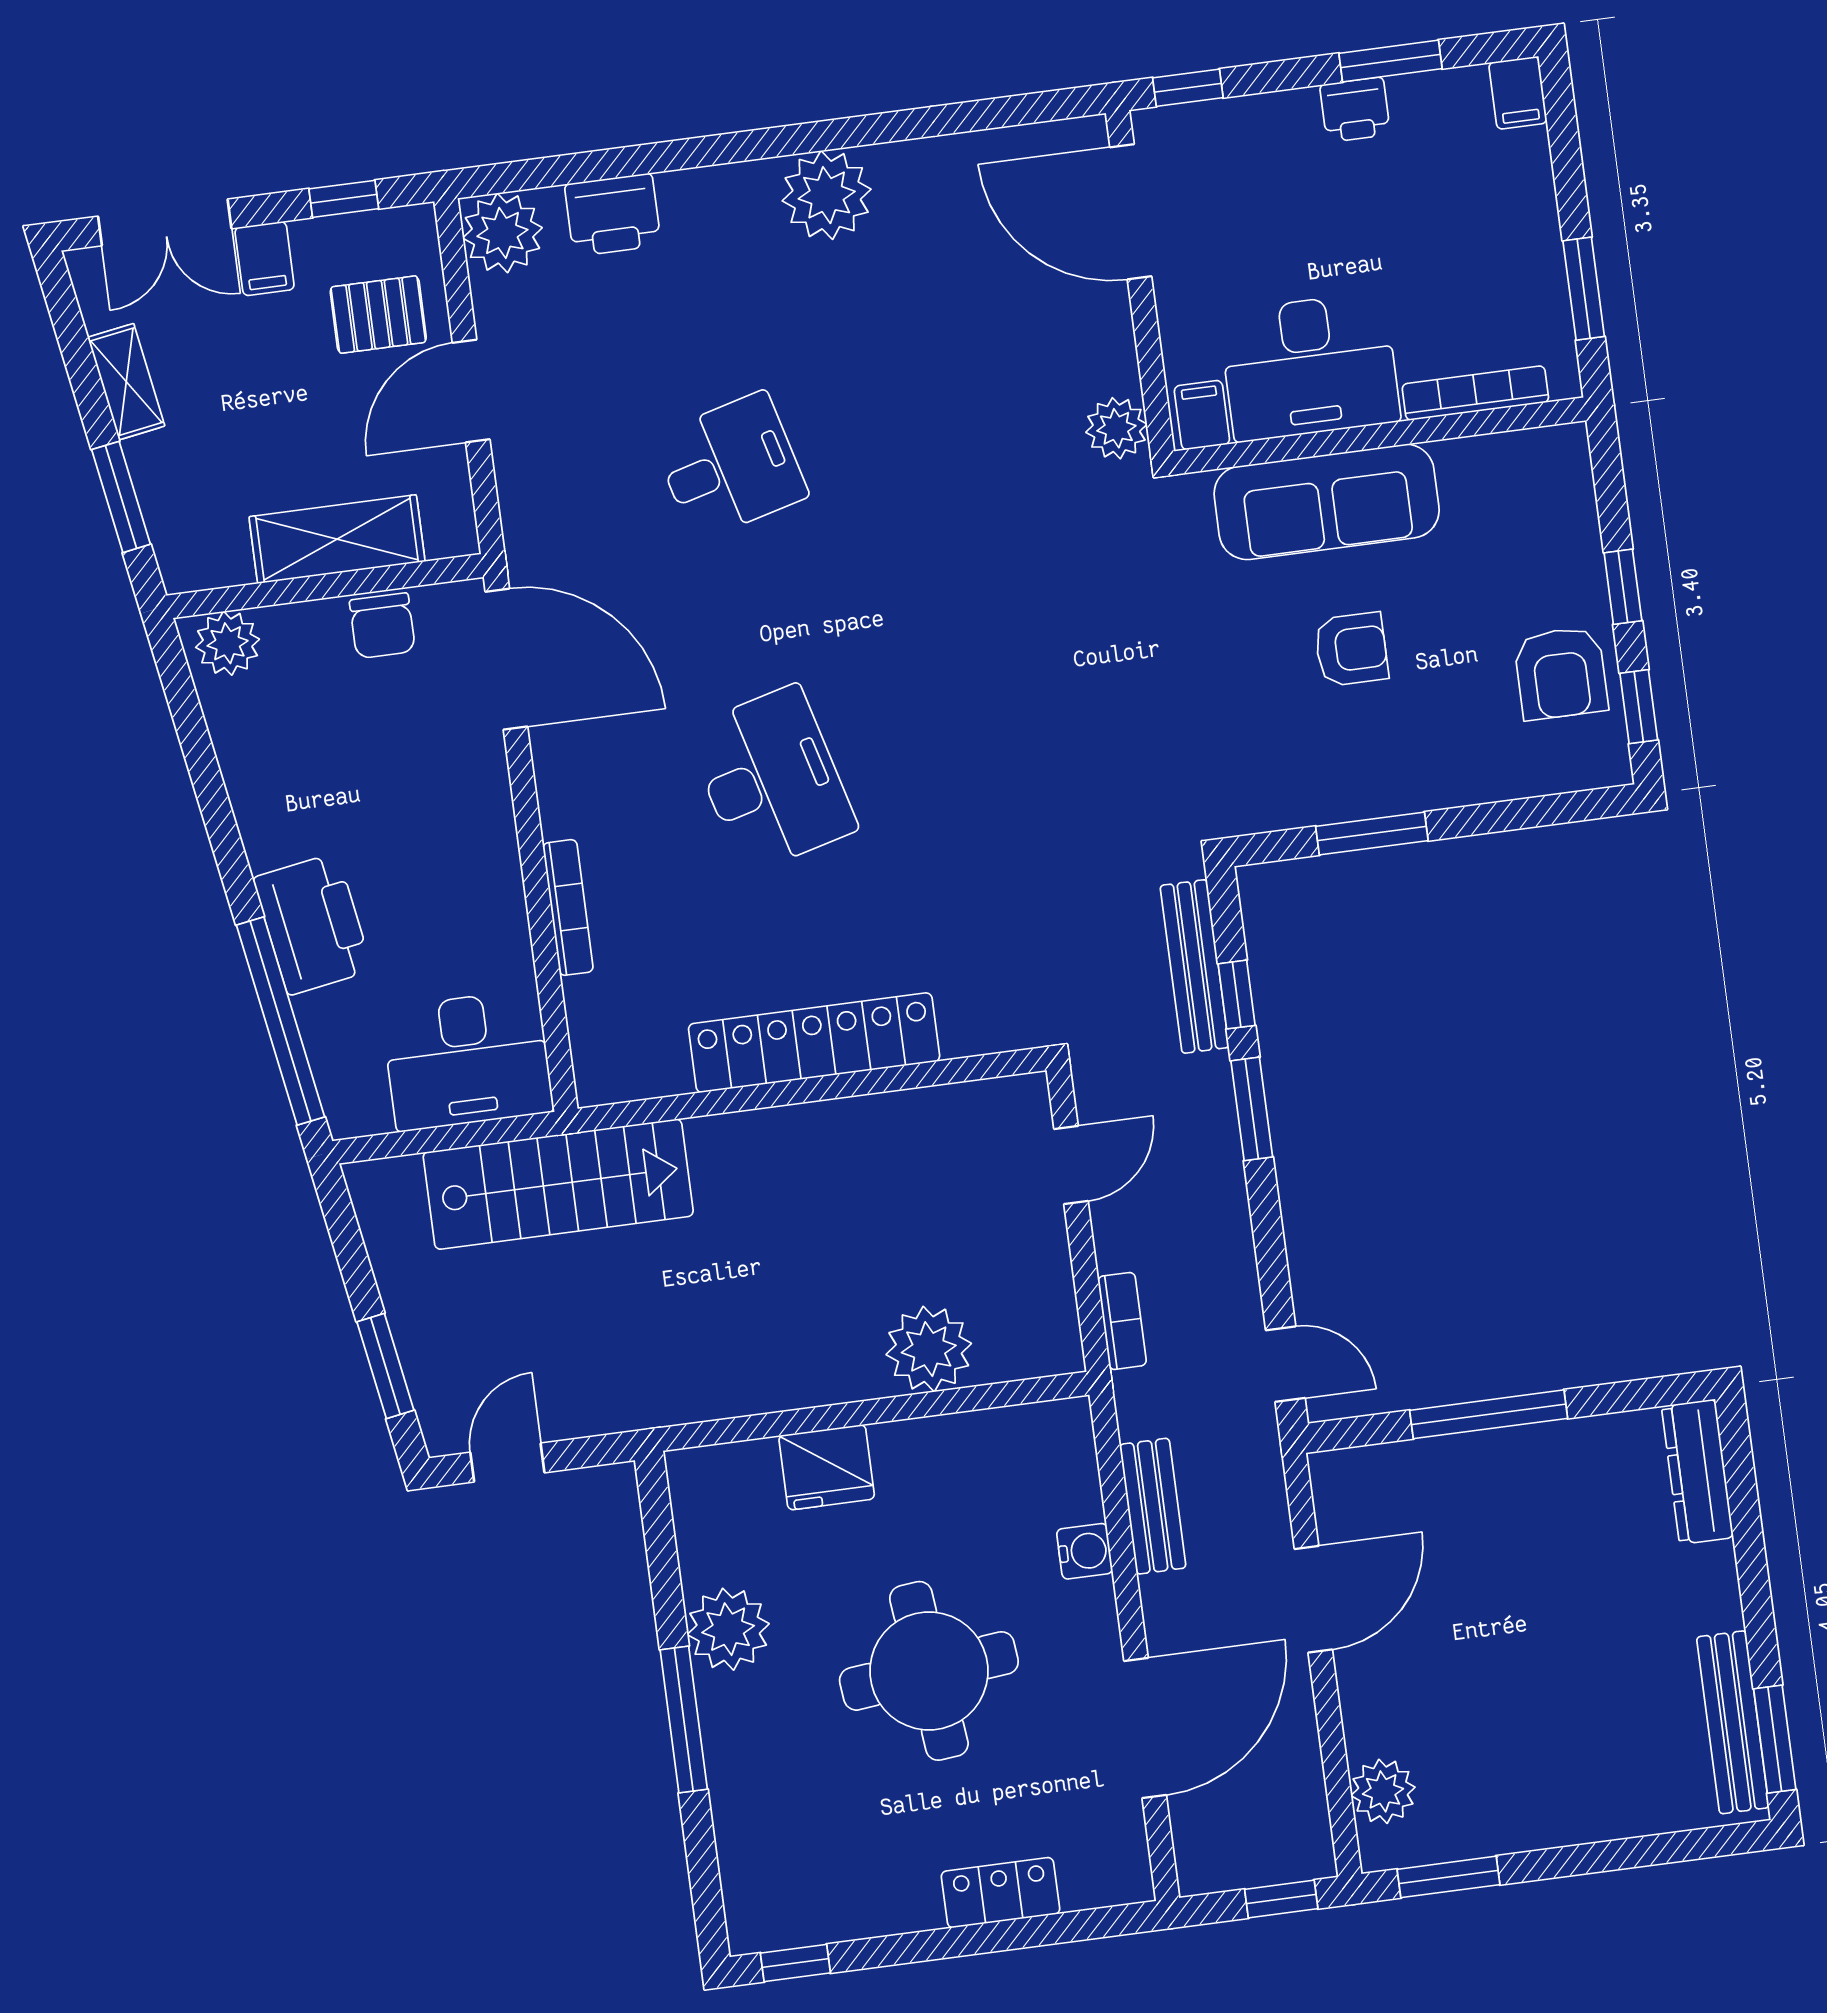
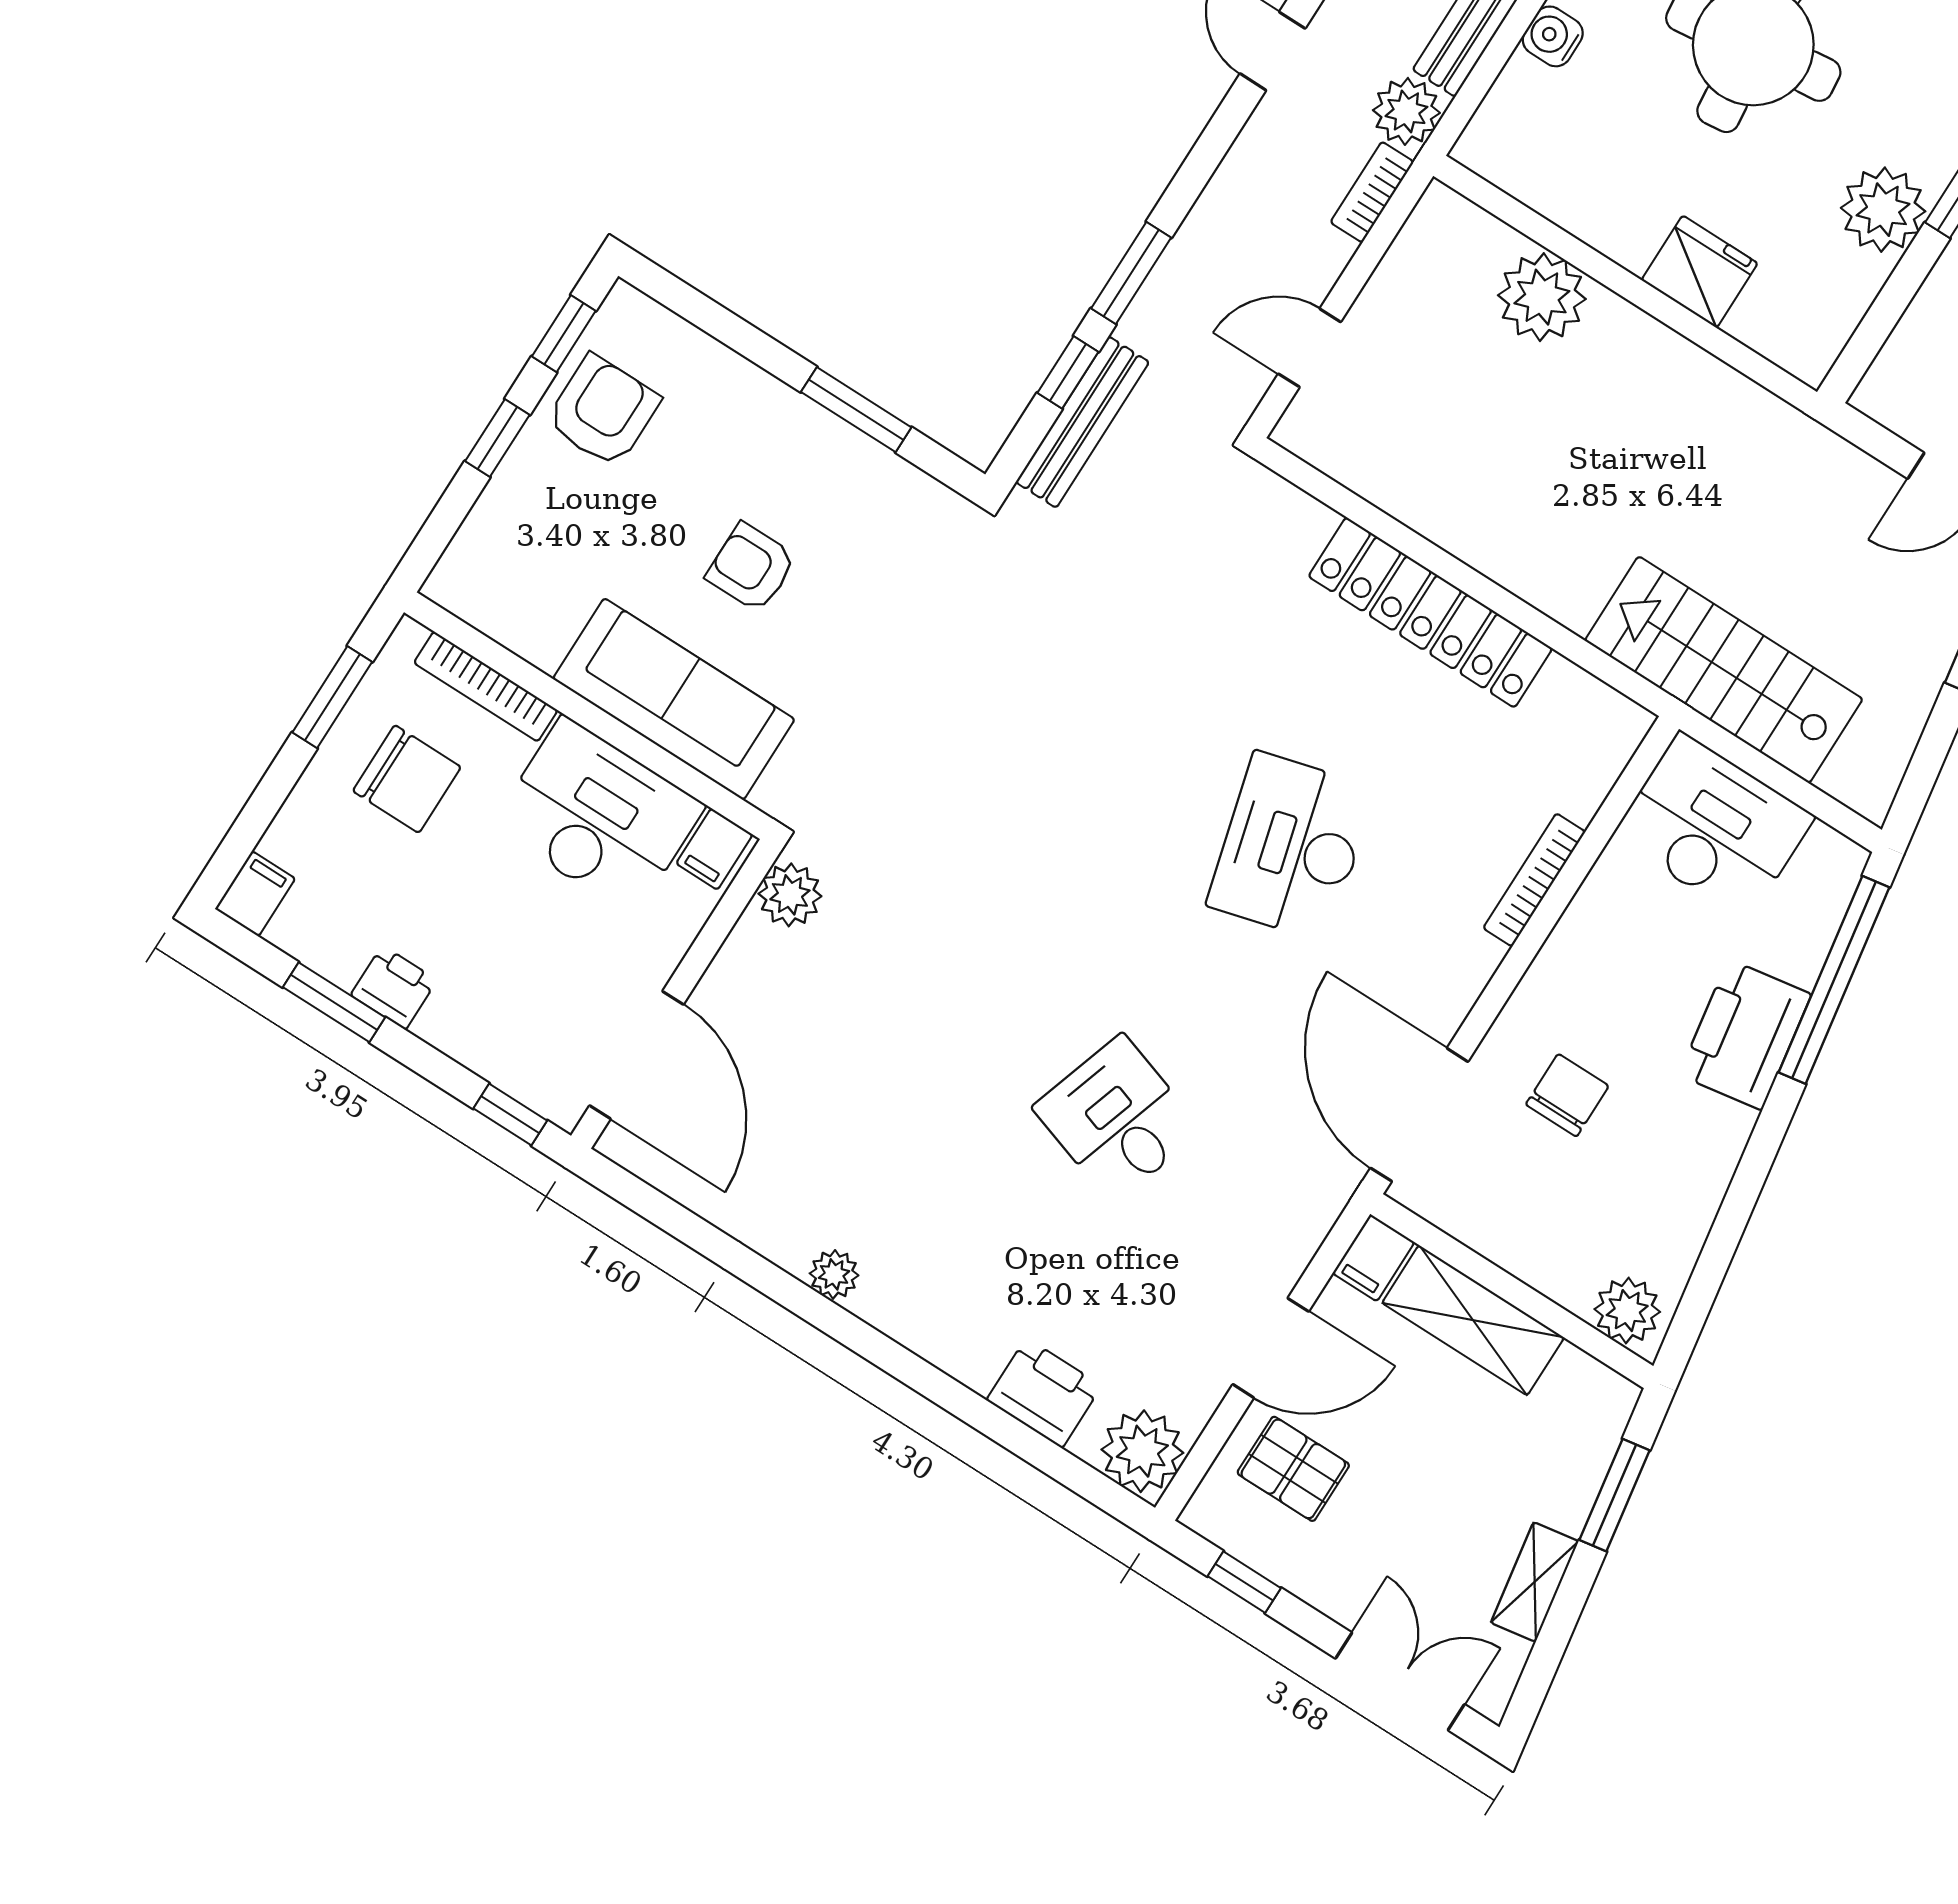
plant: (827, 195) -> (834, 1274), width x0.53, depth x0.53
filing cabinet: (265, 259) -> (1374, 1258), moved, turned 180
chair: (1476, 274) -> (407, 779), added
desk: (730, 466) -> (1118, 1119), turned 33
chair: (382, 626) -> (1567, 1095), moved
plant: (1147, 1403) -> (1406, 111), added

